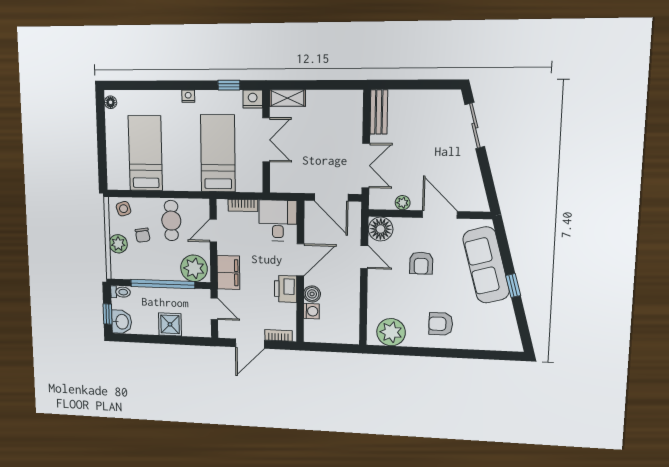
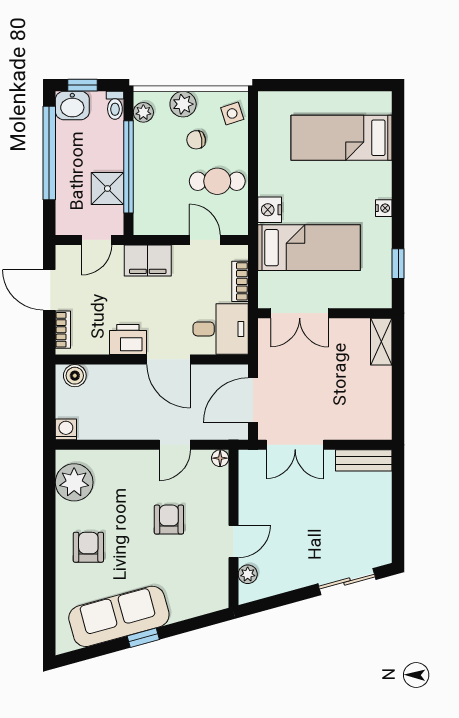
nightstand: (253, 99) -> (270, 210), moved, turned 180
floor lamp: (111, 102) -> (376, 100), removed
double door: (266, 140) -> (300, 313), moved
bed: (145, 153) -> (342, 138), moved, turned 180
plant: (403, 203) -> (248, 574), moved
door: (440, 214) -> (233, 541), width x0.73
floor lamp: (381, 229) -> (220, 458), width x0.53, depth x0.53
armchair: (421, 263) -> (169, 520), turned 90
sofa: (486, 265) -> (119, 616), moved
plant: (194, 268) -> (143, 112), moved, width x0.53, depth x0.53
boiler: (312, 294) -> (75, 376), moved
washing machine: (311, 311) -> (66, 429), moved, turned 180
shower: (170, 324) -> (107, 189), moved
window: (154, 339) -> (49, 153), added

